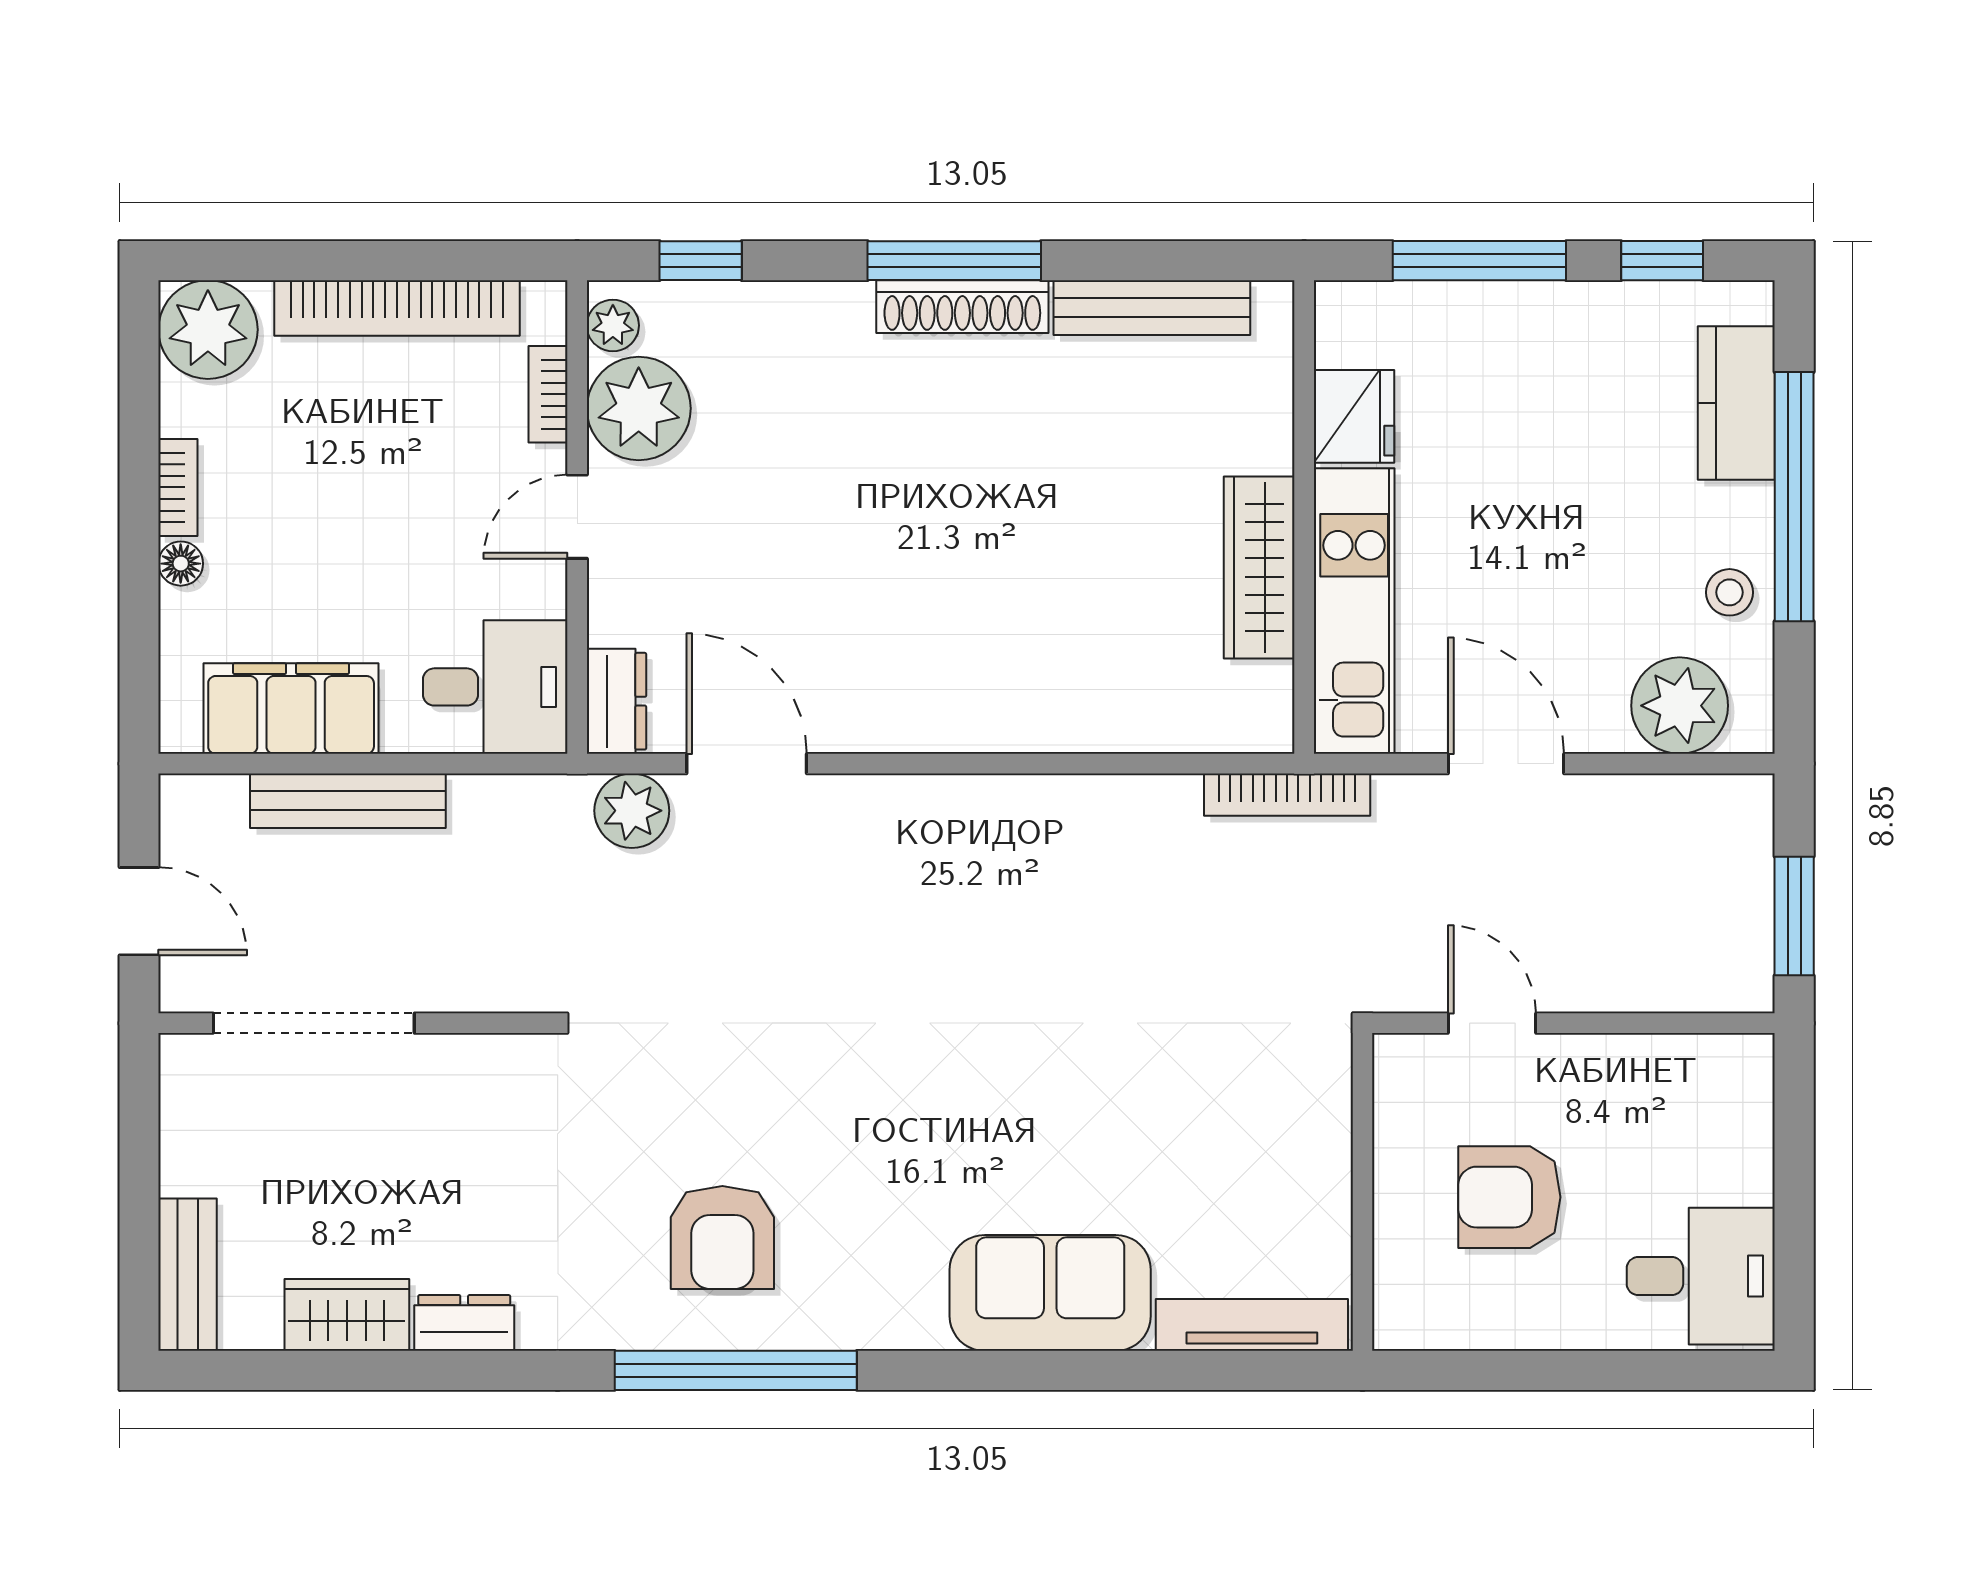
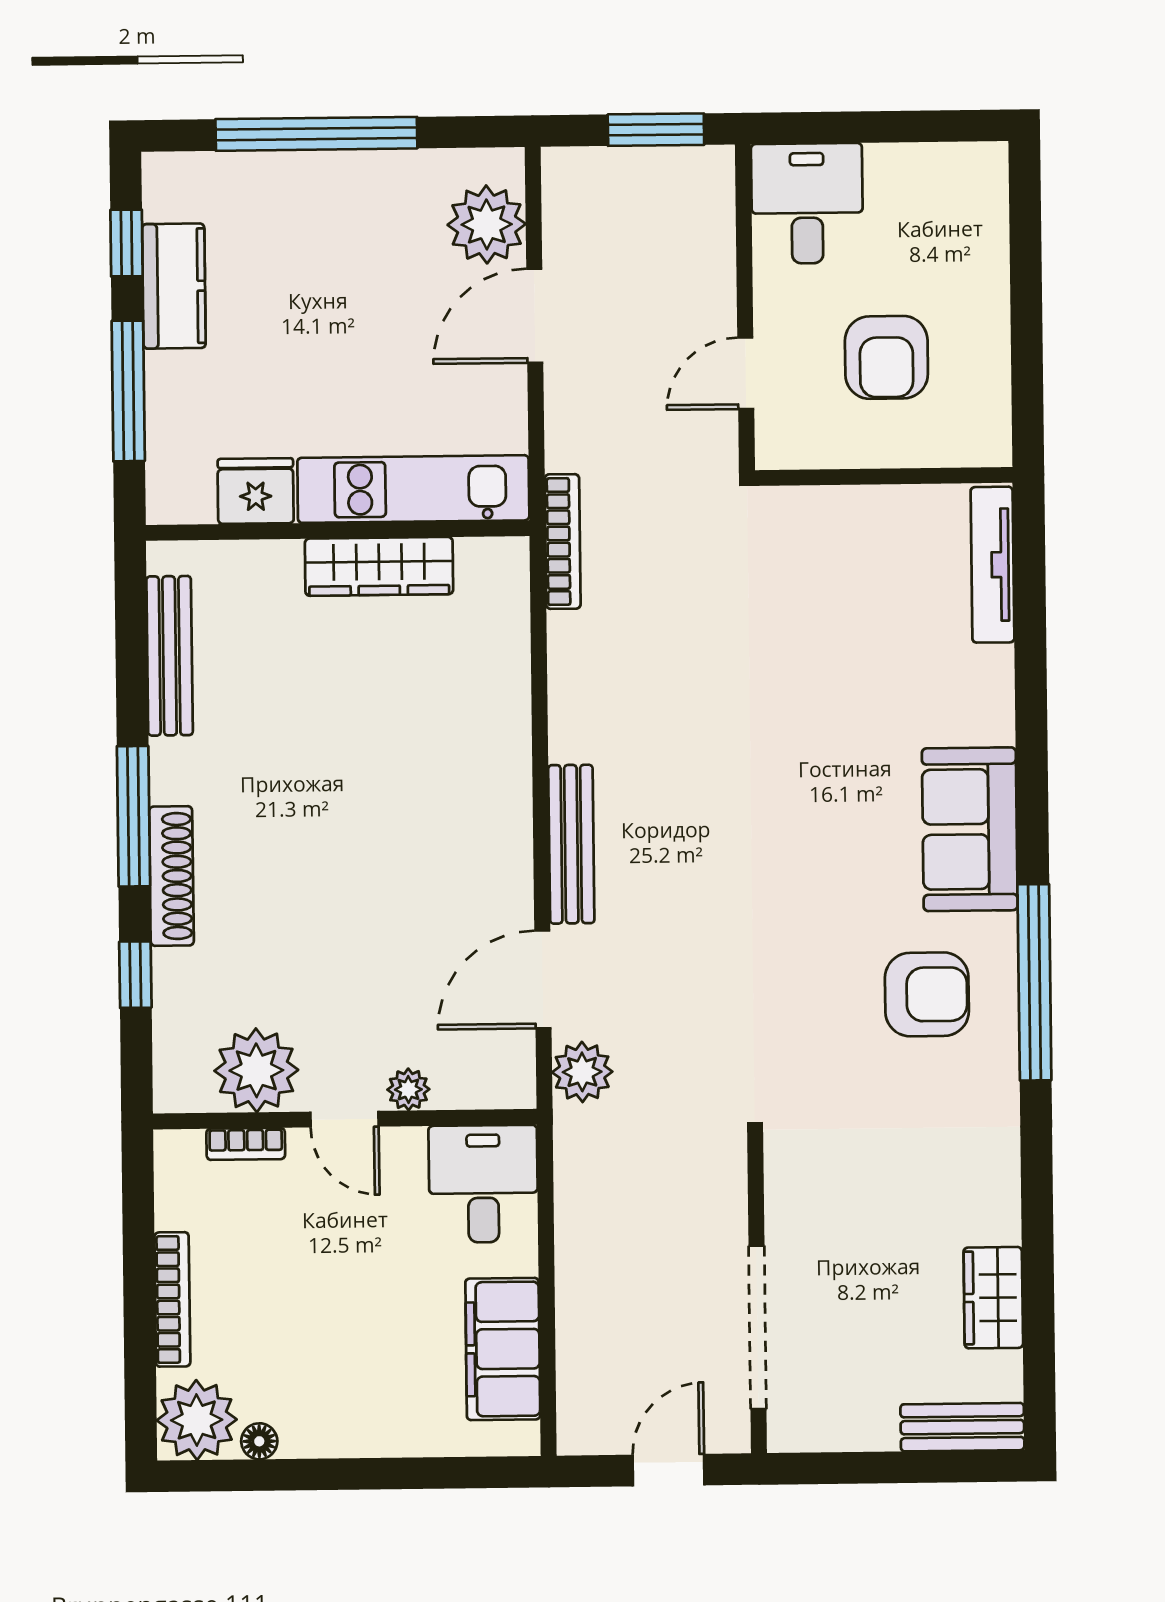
window: (701, 261) -> (135, 975), moved
shoe rack: (962, 307) -> (171, 876), moved
bookcase: (397, 308) -> (172, 1299), width x0.68, depth x0.76
plant: (613, 325) -> (408, 1089), moved
kitchen counter: (1736, 403) -> (174, 286), moved, turned -90
bookcase: (178, 487) -> (325, 1443), removed
floor lamp: (181, 564) -> (259, 1441), moved
stool: (1730, 592) -> (394, 185), removed
dresser: (617, 701) -> (494, 1085), removed
door: (1506, 764) -> (535, 316), moved
bench: (348, 801) -> (571, 844), moved
desk: (1701, 1276) -> (807, 203), moved
sofa: (1050, 1293) -> (970, 829), moved
dresser: (464, 1323) -> (999, 1203), removed

